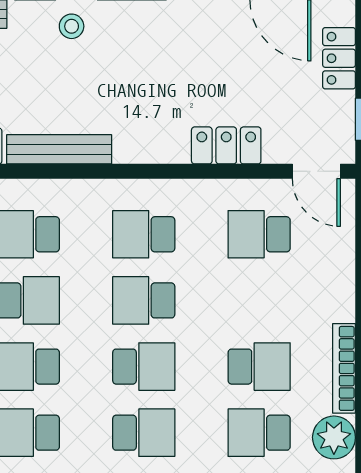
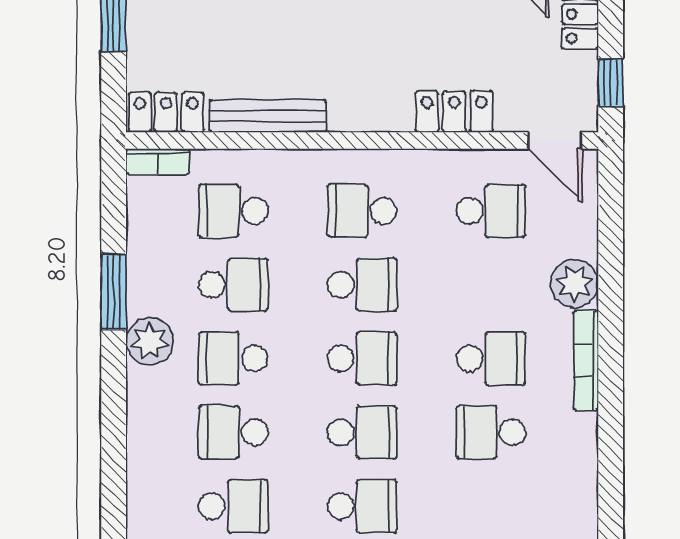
school desk: (259, 234) -> (491, 211), turned 180
school desk: (144, 300) -> (362, 285), turned 180
plant: (334, 437) -> (574, 283), moved

